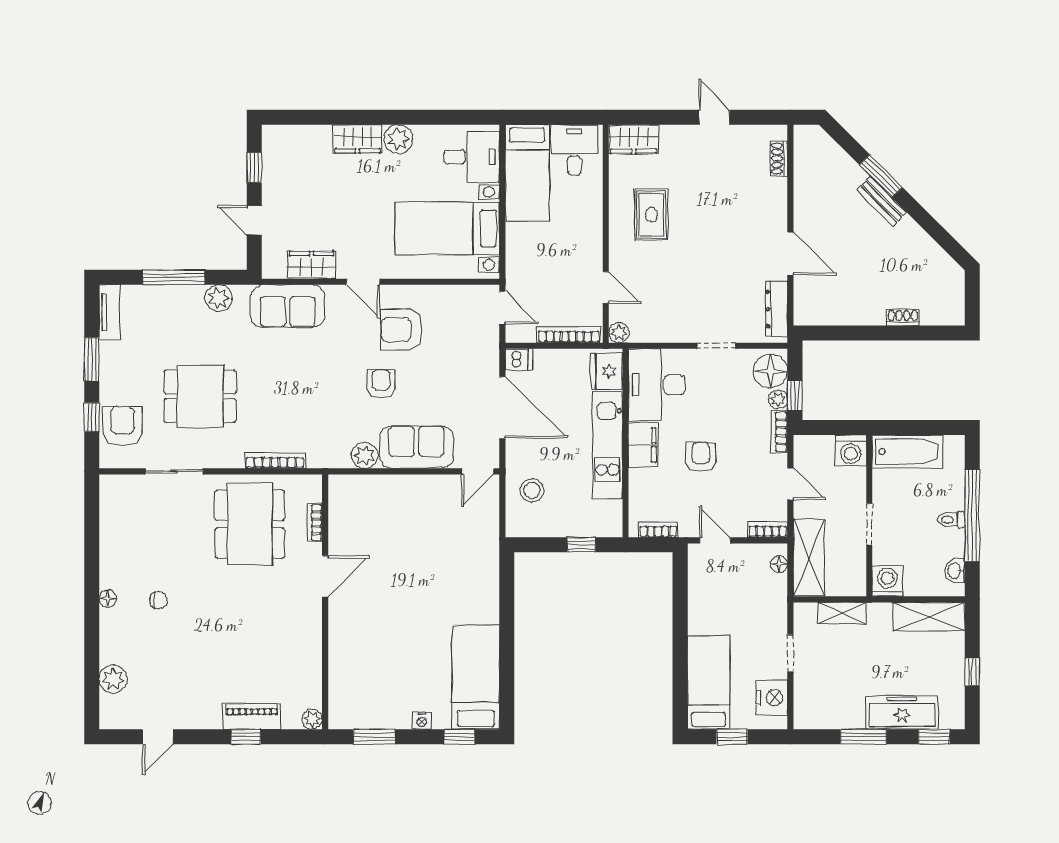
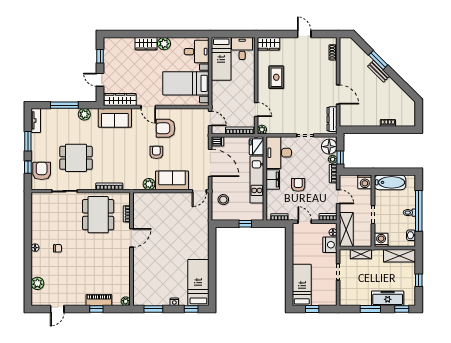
wardrobe: (311, 265) -> (120, 100), width x1.50
nightstand: (772, 698) -> (330, 245), moved

